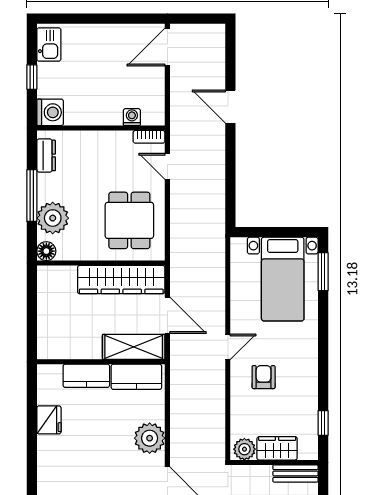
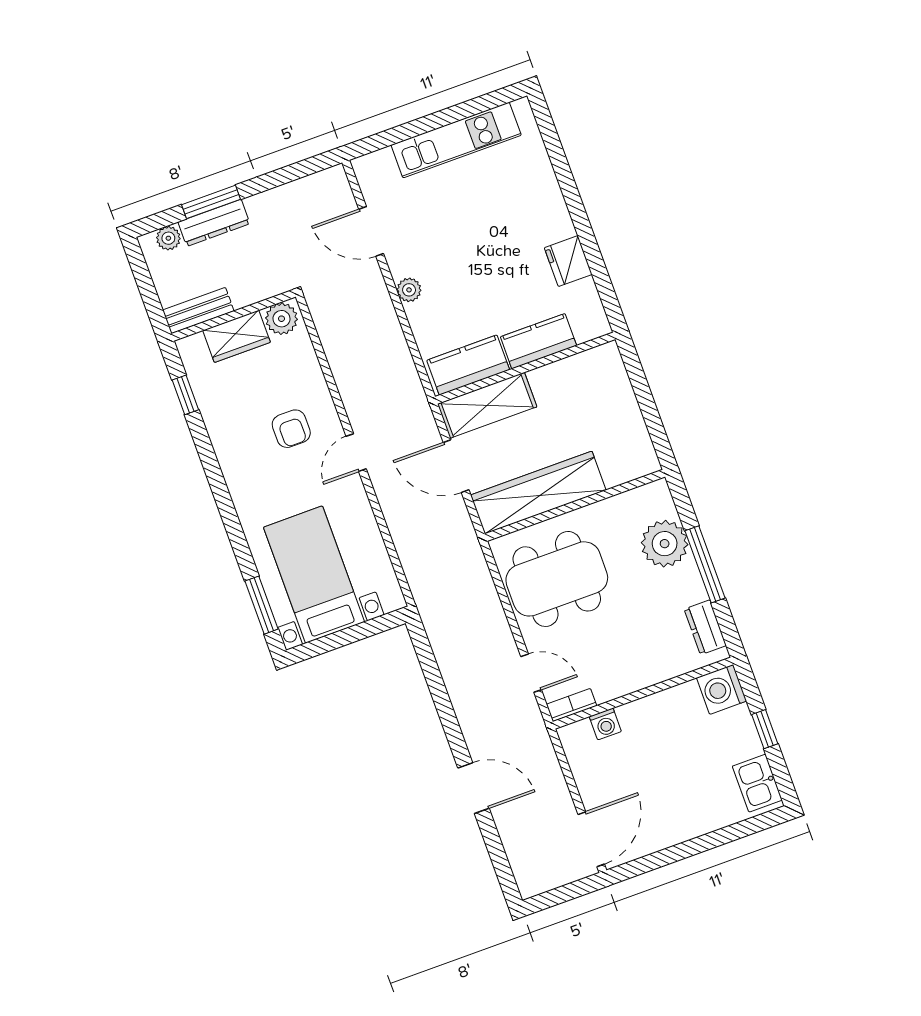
dining table: (129, 220) -> (557, 579), width x1.37
floor lamp: (46, 251) -> (657, 494), removed
plant: (150, 438) -> (409, 290), width x0.53, depth x0.53

